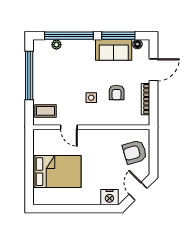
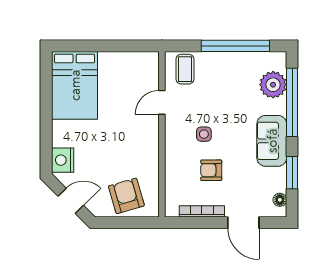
window: (118, 36) -> (292, 173), width x0.69
plant: (56, 45) -> (273, 85), width x1.87, depth x1.87
sofa: (114, 50) -> (272, 141), moved
bed: (57, 172) -> (75, 85), moved

